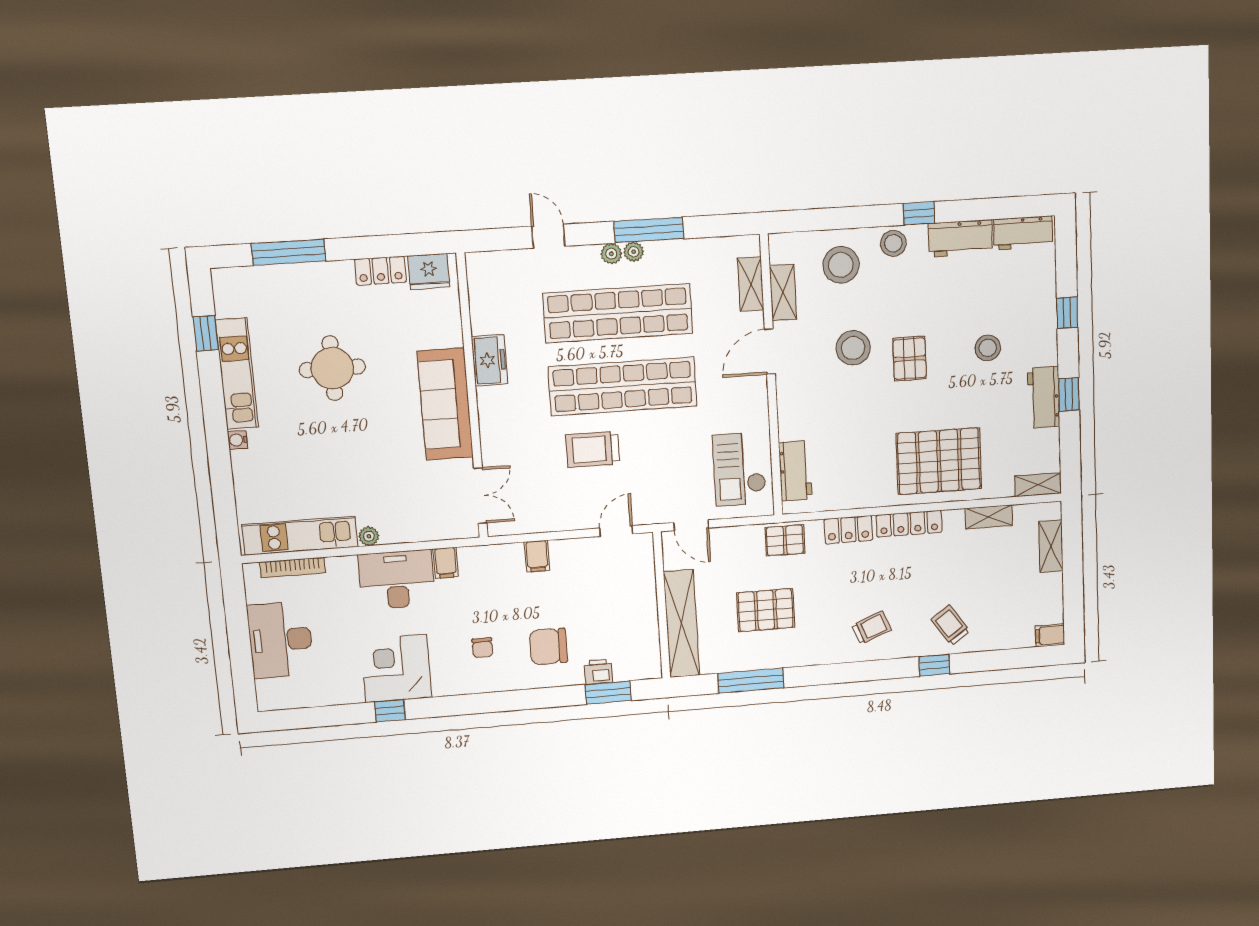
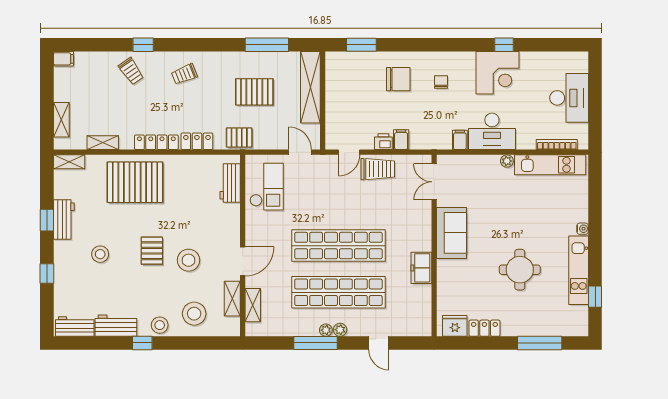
sofa: (445, 404) -> (452, 233), width x0.73
trolley: (593, 449) -> (378, 169), moved
printer: (598, 672) -> (383, 142), moved, turned 180

